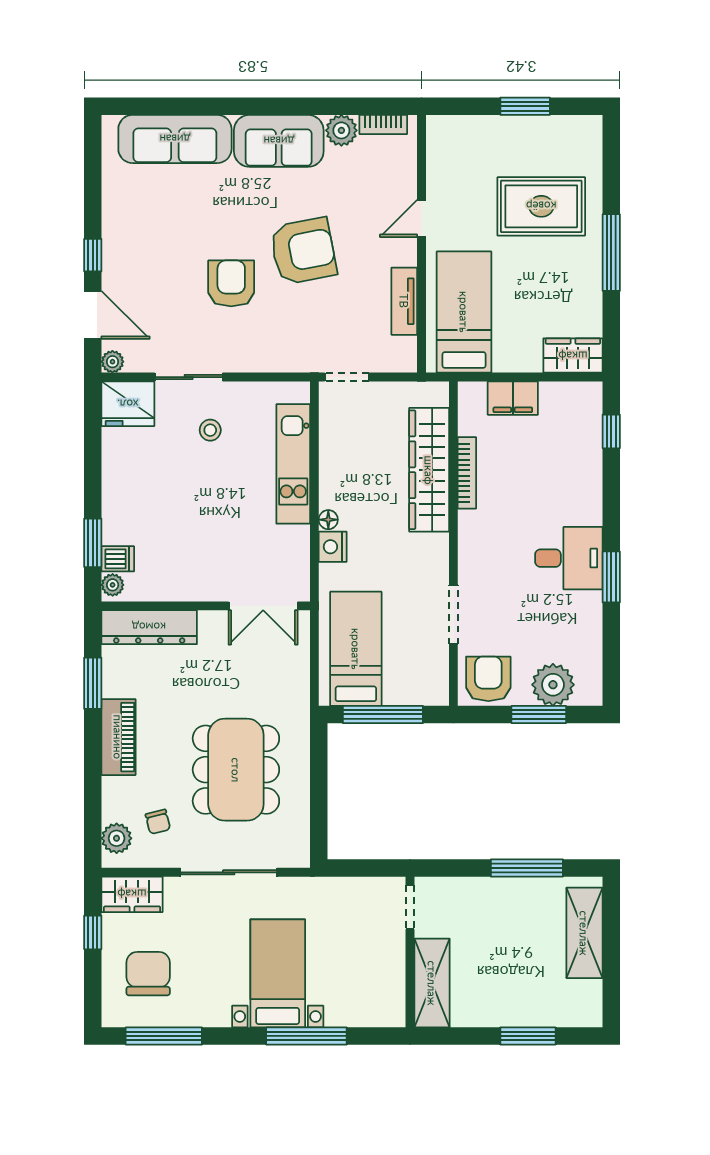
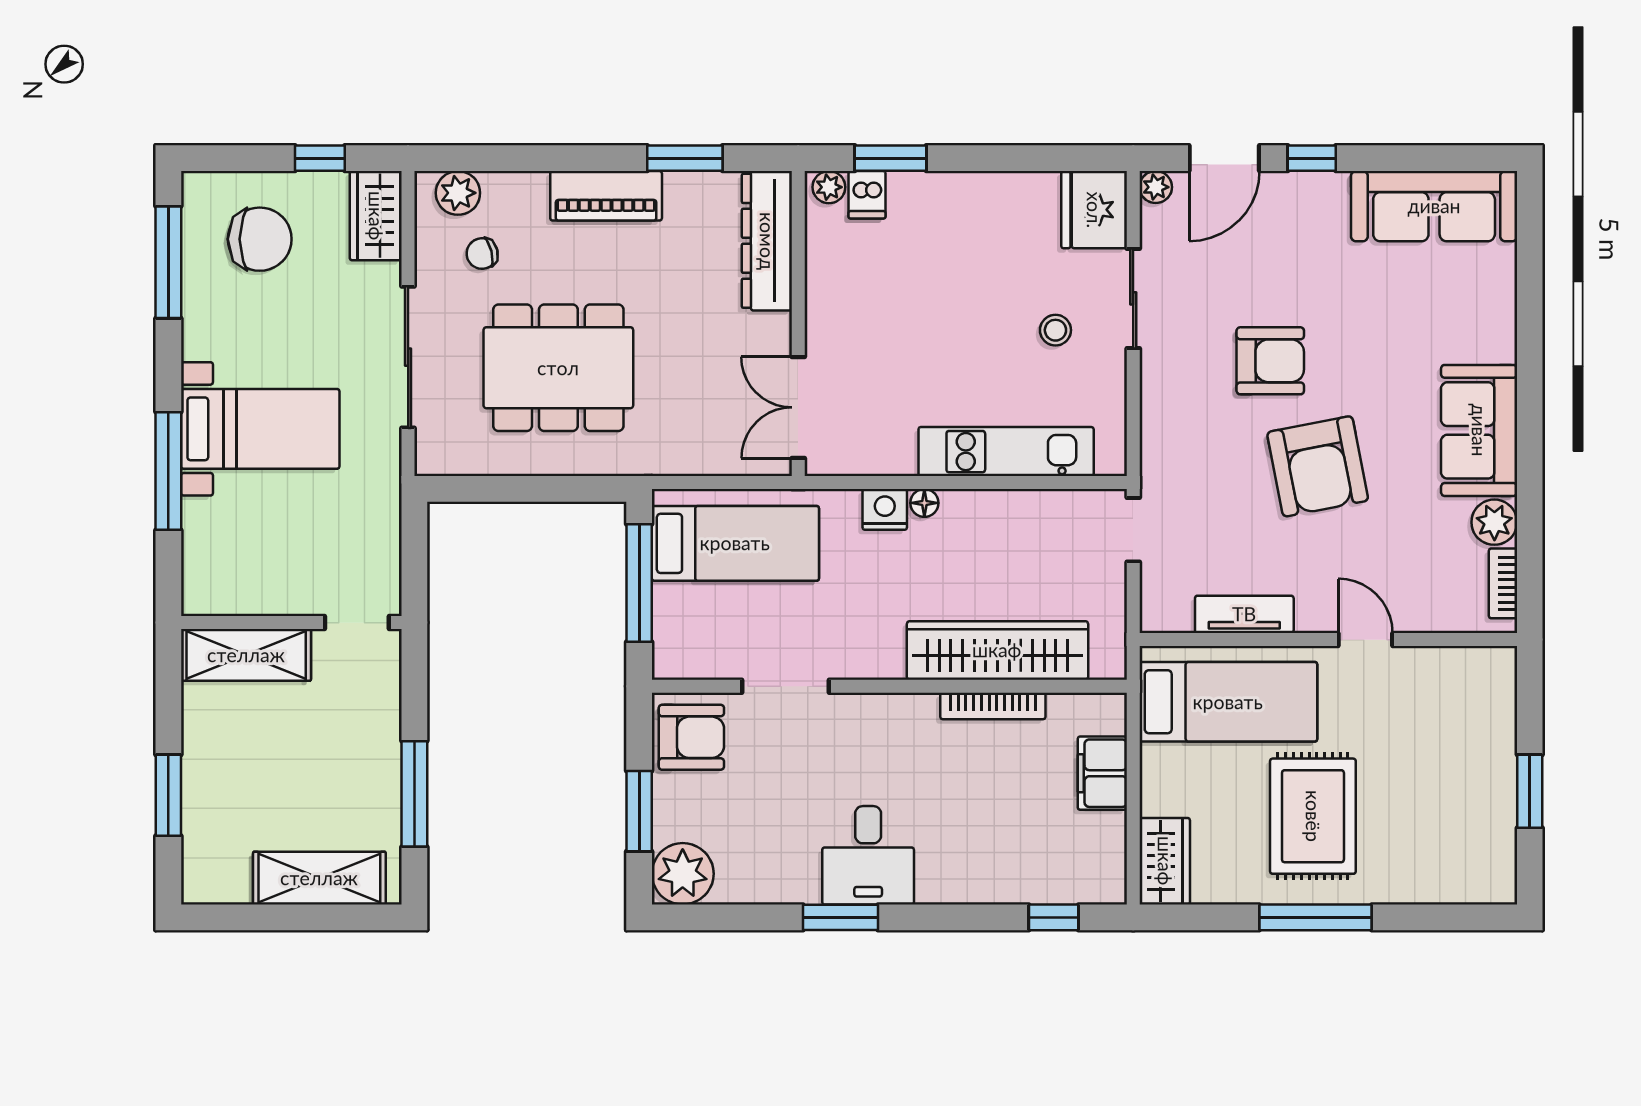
sofa: (175, 139) -> (1434, 206), moved, turned -90
rug: (541, 206) -> (1313, 816), moved
plant: (553, 685) -> (683, 874), moved

